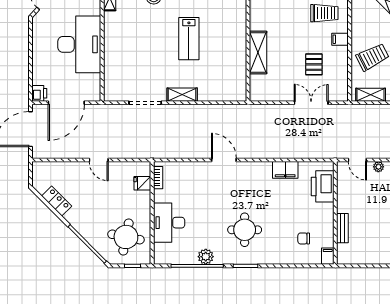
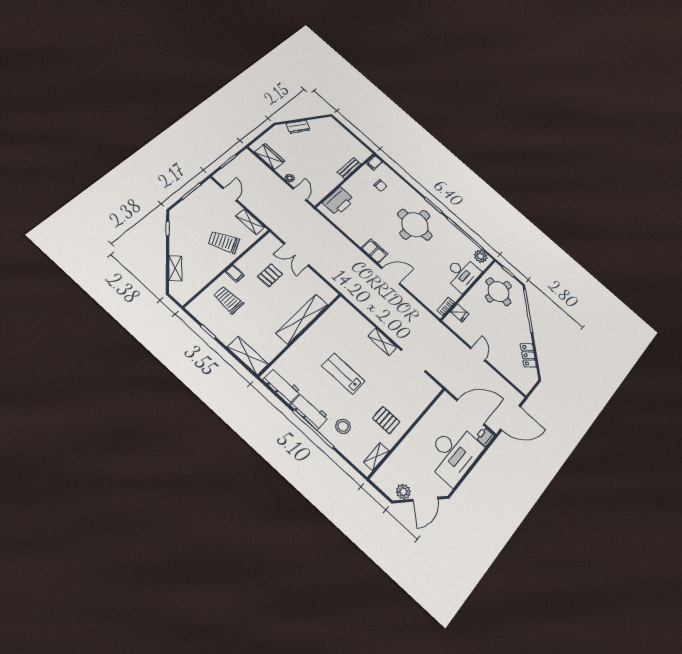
pallet: (126, 33) -> (386, 420), added
lab bench: (189, 39) -> (343, 374), turned -90
desk: (79, 44) -> (454, 453), moved, turned 180
shelving: (258, 53) -> (302, 319), width x1.47
door: (224, 160) -> (391, 276), swing flipped
filing cabinet: (285, 170) -> (375, 251), moved
round table: (245, 230) -> (415, 225), width x1.36, depth x1.36
plant: (206, 257) -> (481, 256), moved

